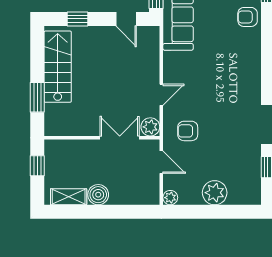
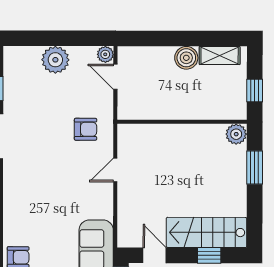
stairs: (58, 67) -> (207, 232), moved, turned 90
plant: (150, 127) -> (236, 134), moved
double door: (120, 138) -> (162, 122), removed
door: (161, 162) -> (115, 77), moved

